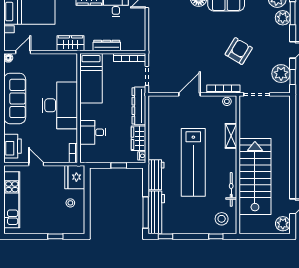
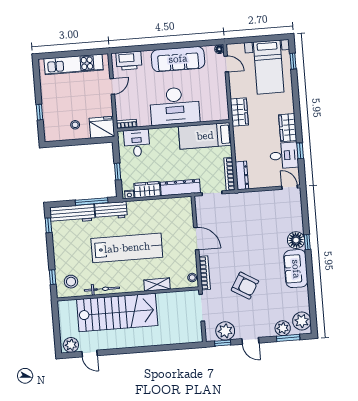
dresser: (107, 46) -> (242, 175), moved
desk: (93, 132) -> (137, 143), moved
lab bench: (193, 162) -> (127, 248), turned 180
window: (146, 212) -> (92, 201), moved

